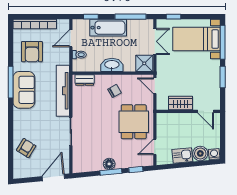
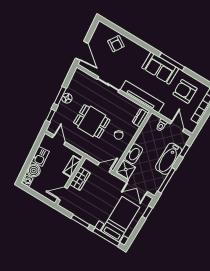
washbasin: (112, 65) -> (134, 154), moved
shelving: (173, 118) -> (72, 166), added
dining table: (134, 122) -> (92, 121), moved

